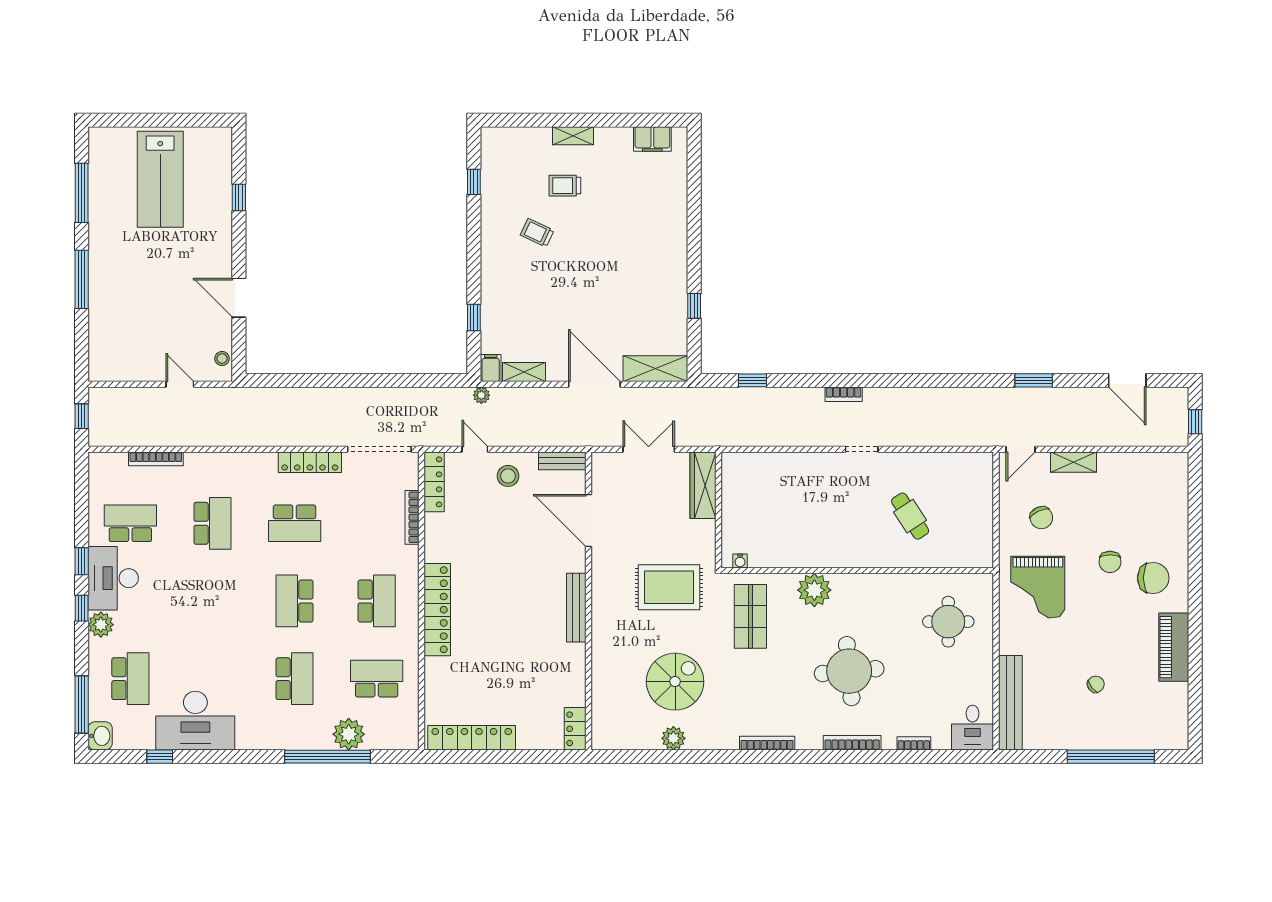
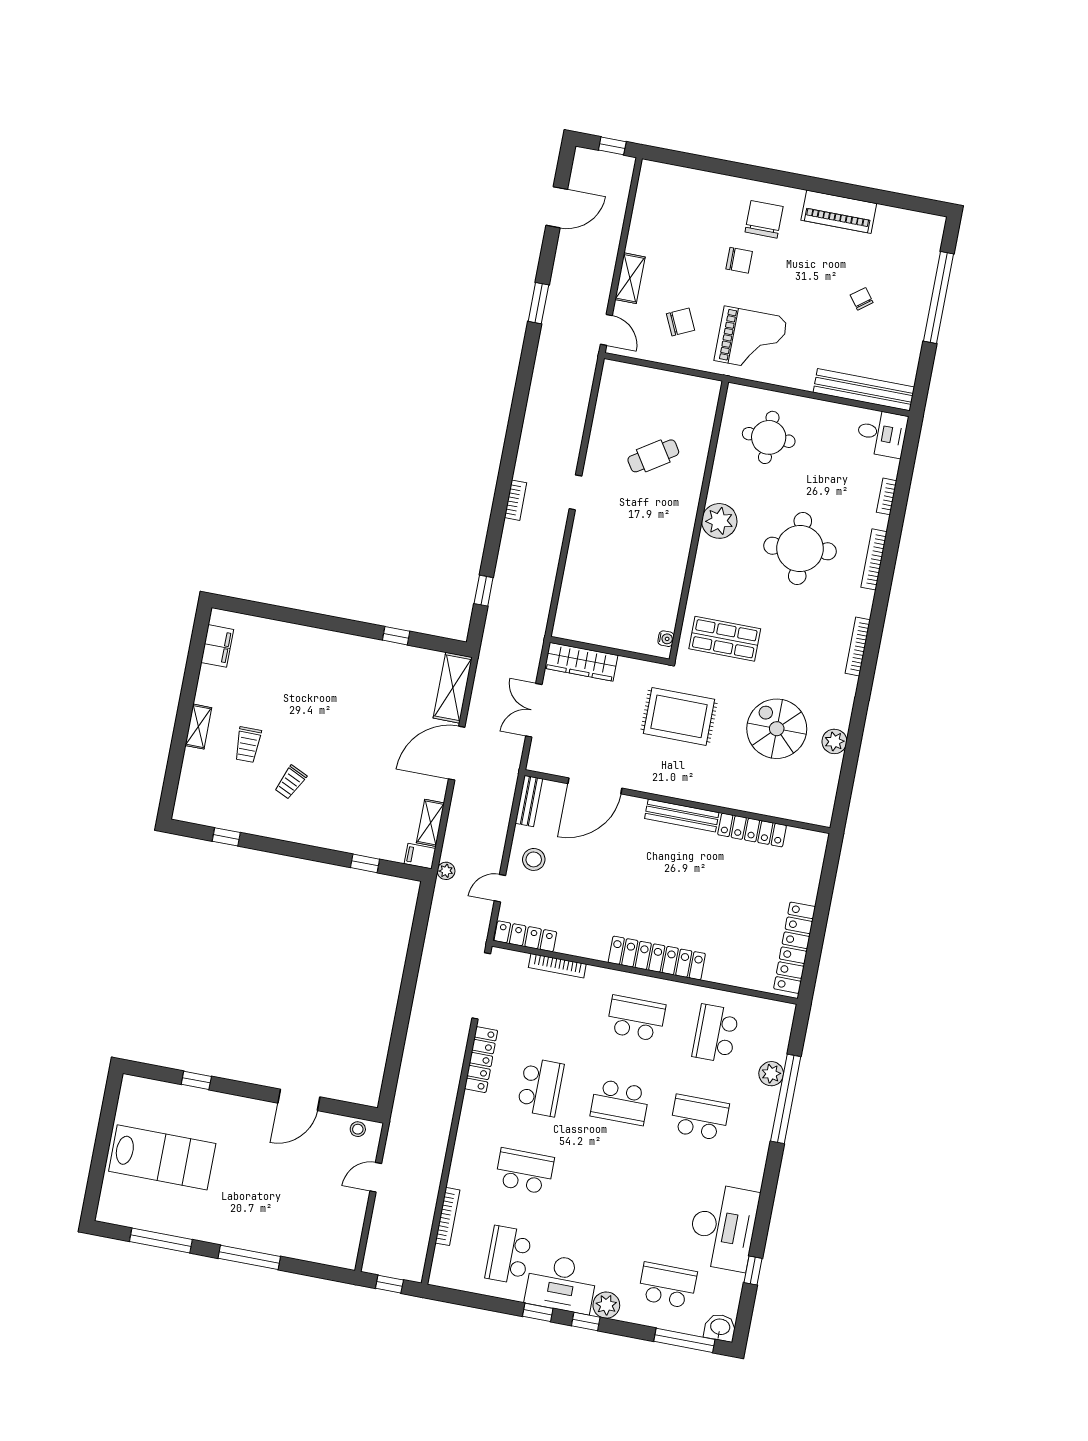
rug: (669, 587) -> (679, 716), turned 90
plant: (814, 590) -> (719, 521), moved
locker: (575, 729) -> (752, 830), moved, width x1.53
plant: (349, 734) -> (771, 1074), width x0.73, depth x0.73

